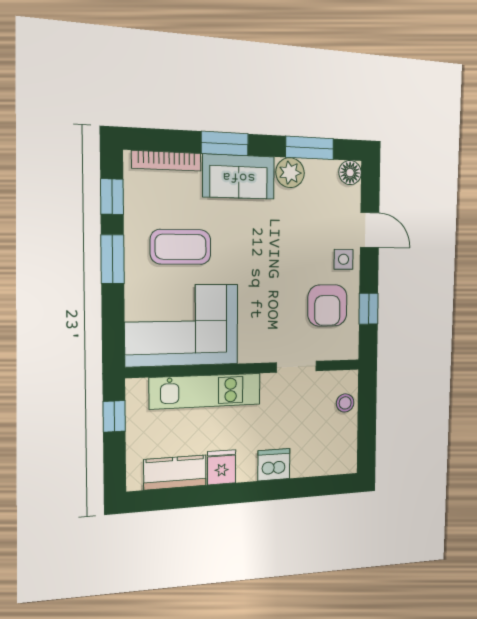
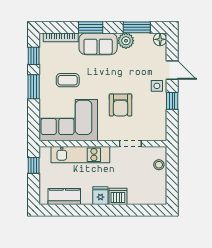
coffee table: (181, 247) -> (68, 80), width x0.73, depth x0.77
armchair: (327, 305) -> (120, 105), moved
window: (369, 309) -> (172, 101), moved
fridge: (222, 467) -> (100, 196), moved

